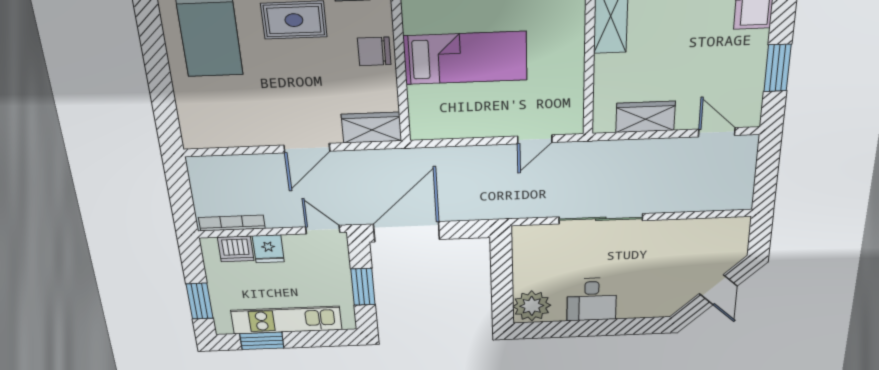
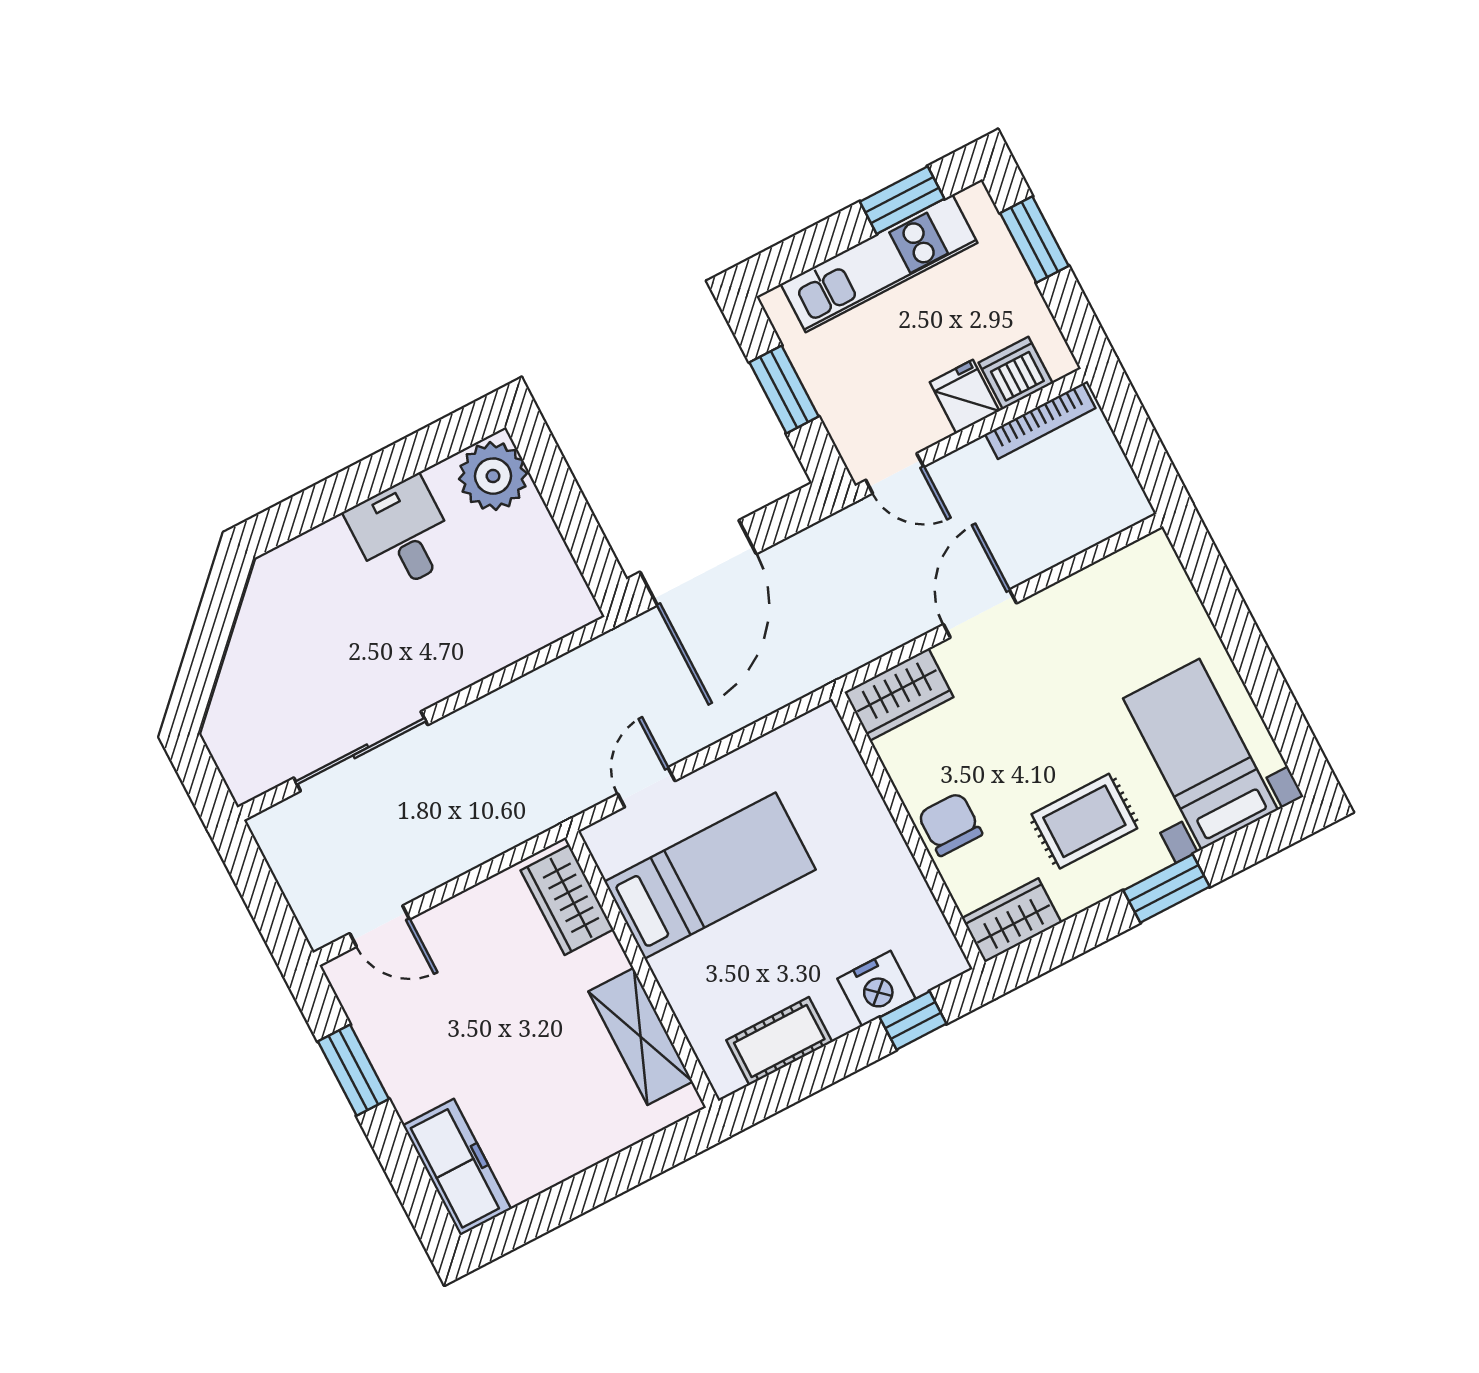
chair: (374, 51) -> (950, 824), turned -90
bed: (465, 58) -> (710, 876), moved, turned 180
wardrobe: (645, 117) -> (567, 900), moved, turned 90
sliding door: (601, 219) -> (361, 751), moved
door: (407, 232) -> (698, 563), moved
door: (718, 290) -> (207, 647), removed

